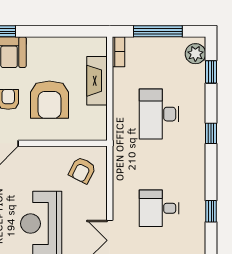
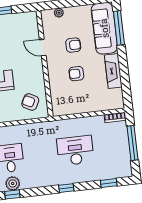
plant: (195, 54) -> (13, 183), moved
fireplace: (97, 81) -> (113, 71), moved, turned -90
armchair: (49, 100) -> (76, 74), width x0.53, depth x0.53

